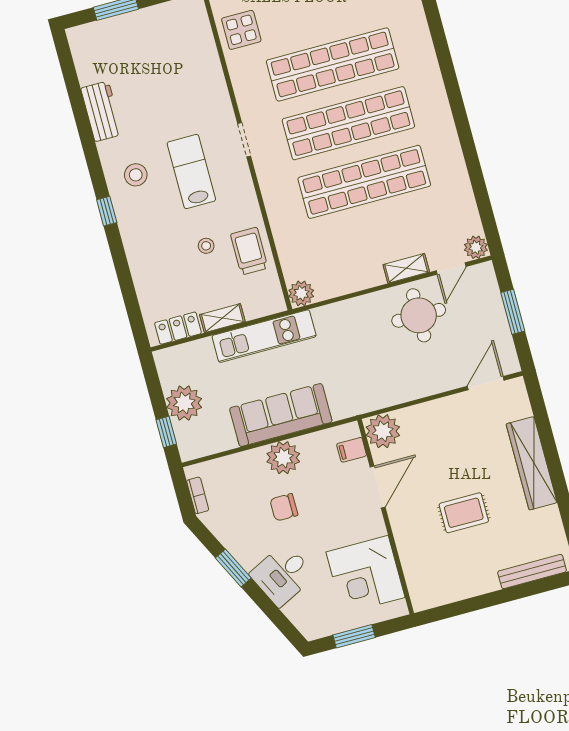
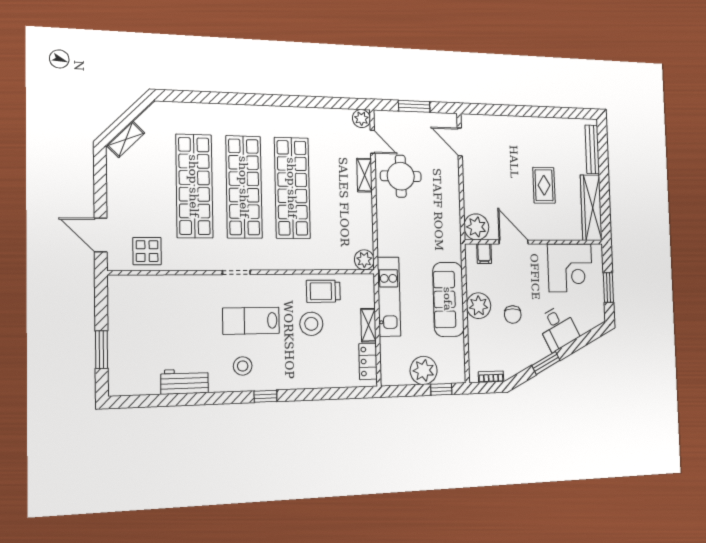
stool: (206, 246) -> (311, 324), width x1.89, depth x1.89
wardrobe: (532, 463) -> (591, 208), moved, turned 90

